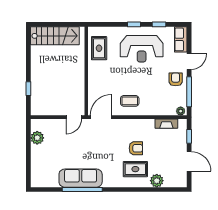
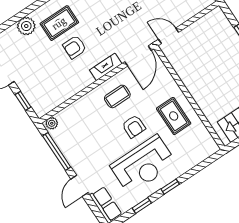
rug: (99, 48) -> (174, 116), moved
reception desk: (142, 49) -> (143, 165), turned 180
armchair: (176, 79) -> (134, 126), moved
door: (74, 117) -> (169, 36), hinge flipped
fireplace: (166, 124) -> (106, 67), moved

